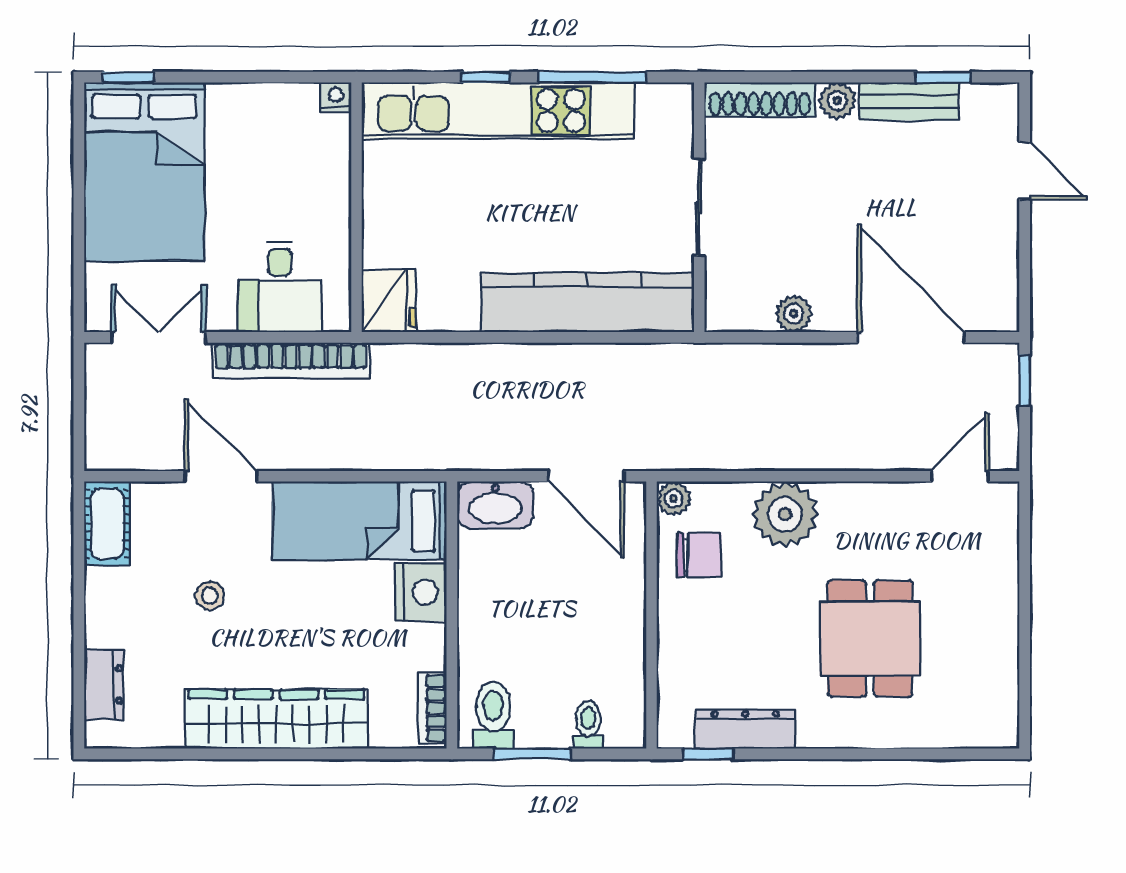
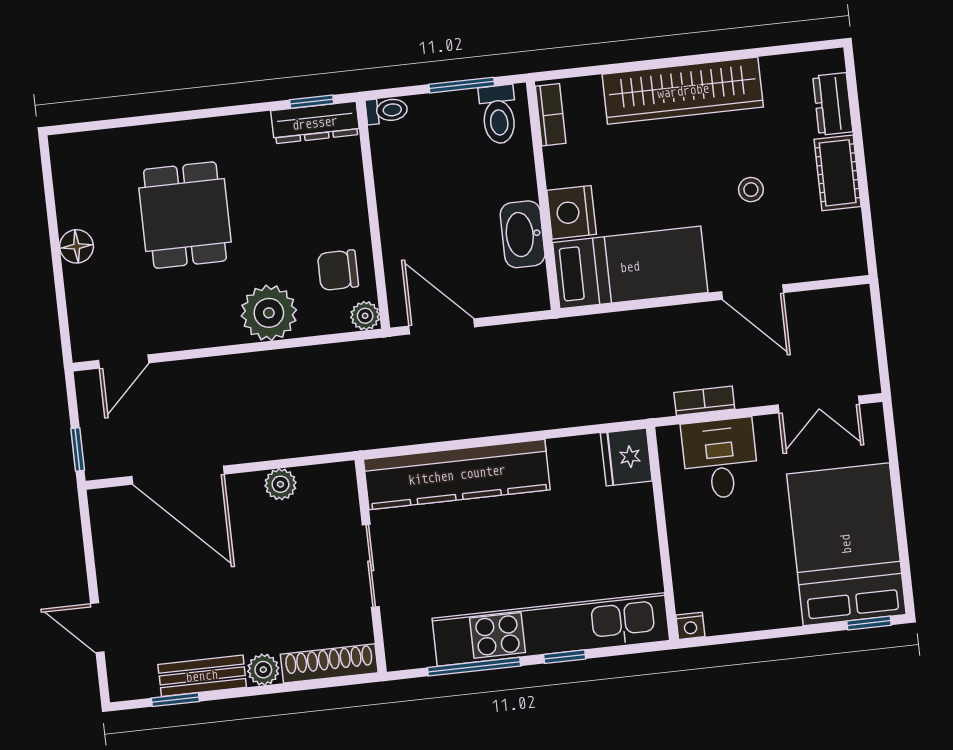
bookcase: (291, 361) -> (704, 401), width x0.43, depth x0.76
washbasin: (495, 505) -> (523, 234), moved, turned -90
cot: (107, 524) -> (838, 173), moved
floor lamp: (1000, 616) -> (77, 246), added
toilet: (588, 725) -> (387, 110), moved, turned -90
dresser: (745, 729) -> (315, 123), moved

